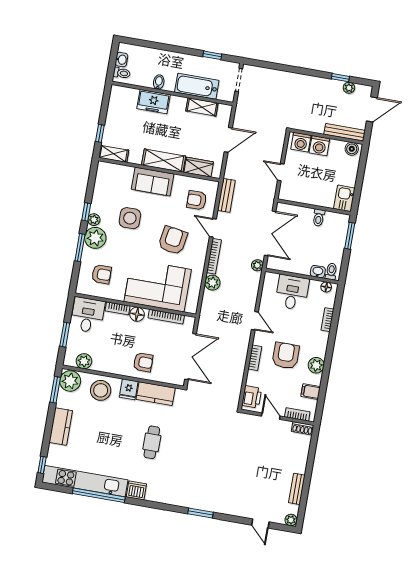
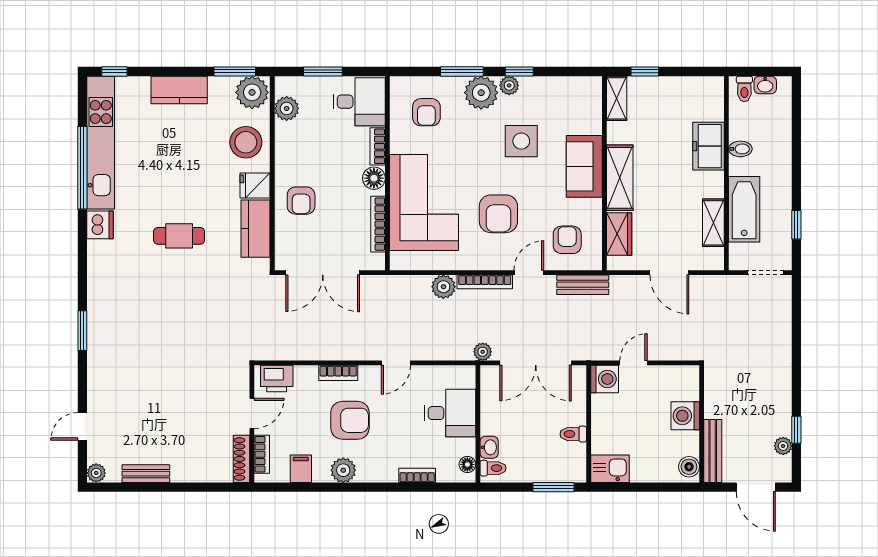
washing machine: (301, 142) -> (605, 379), moved, turned 180
armchair: (173, 240) -> (498, 214), turned 81
shoe rack: (303, 428) -> (242, 459), width x1.43

